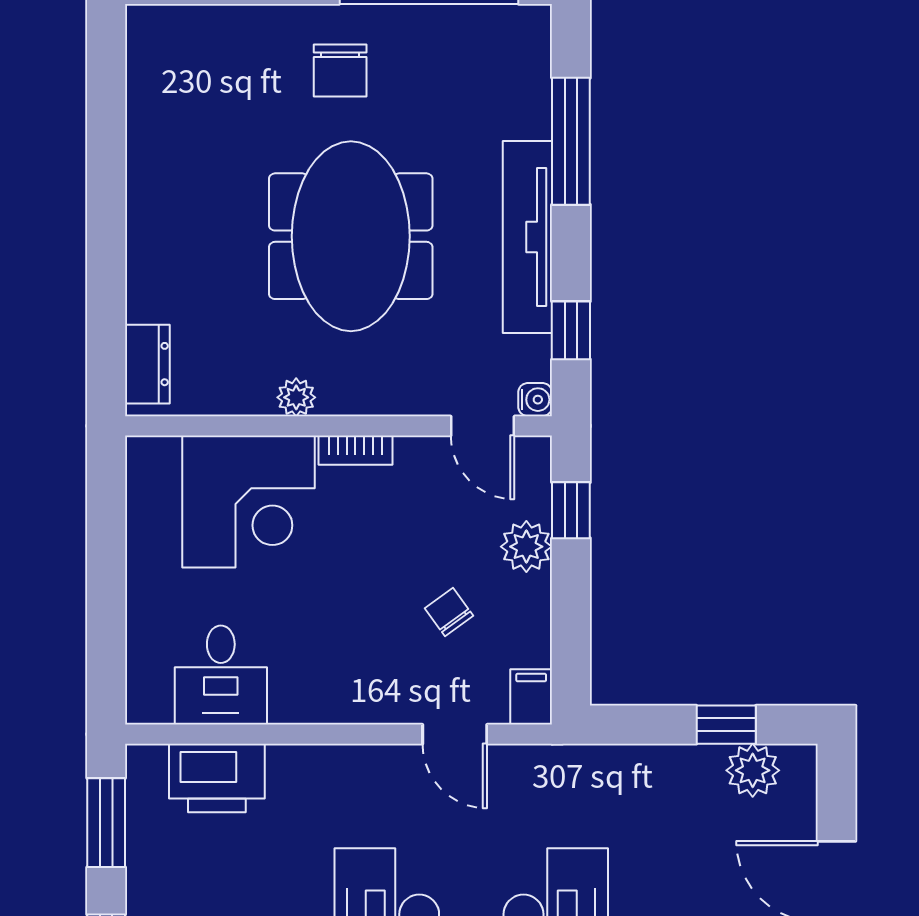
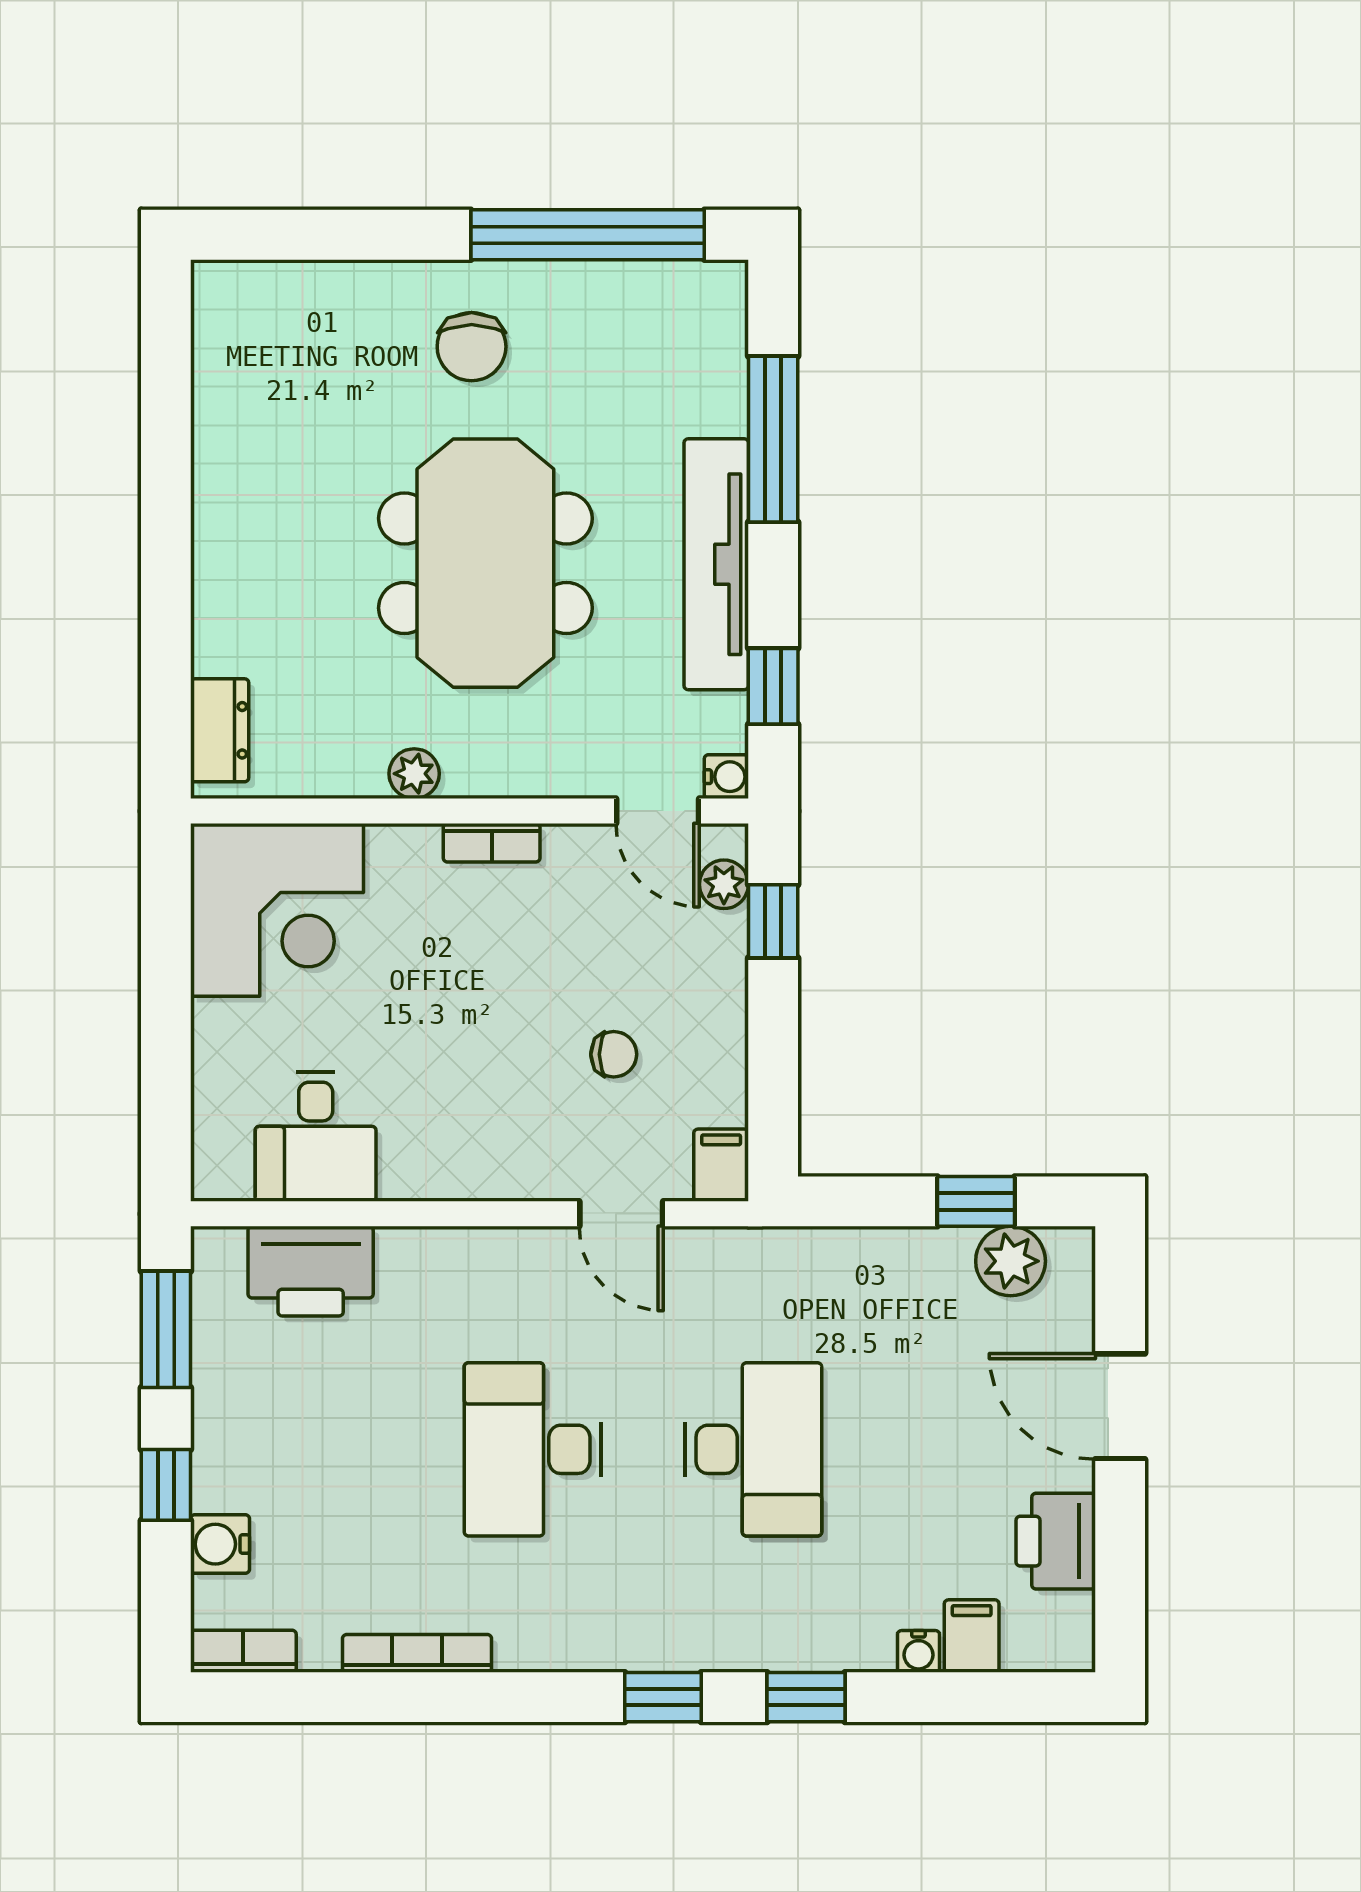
corner desk: (249, 502) -> (277, 910), moved
plant: (526, 547) -> (724, 884), moved, width x0.73, depth x0.73
chair: (449, 612) -> (614, 1054), turned 126

